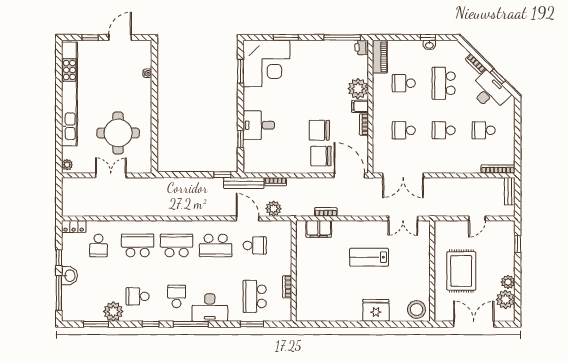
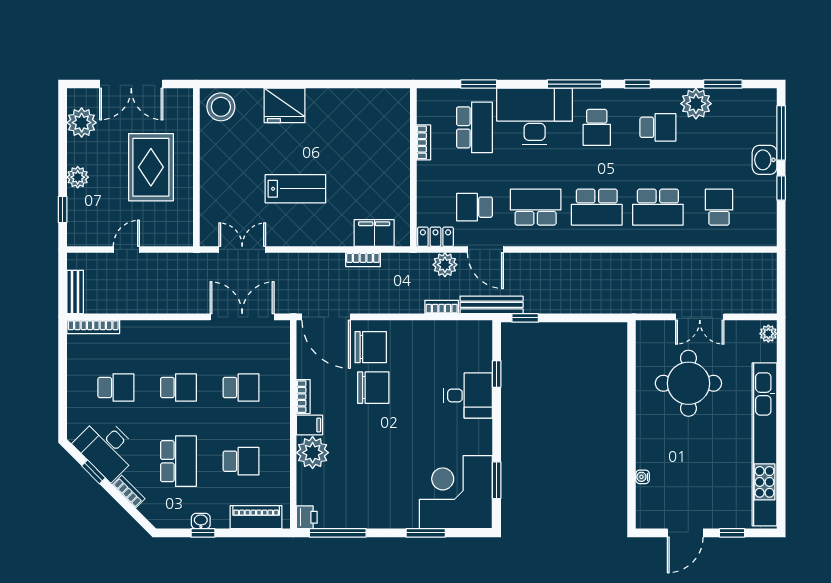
piano: (380, 57) -> (256, 517), moved, turned 90
locker: (74, 227) -> (435, 237), moved
plant: (508, 282) -> (78, 177), moved
desk: (210, 307) -> (535, 117), width x1.36, depth x1.30

